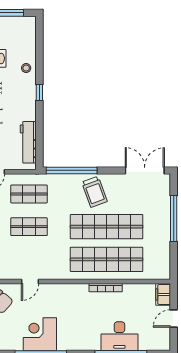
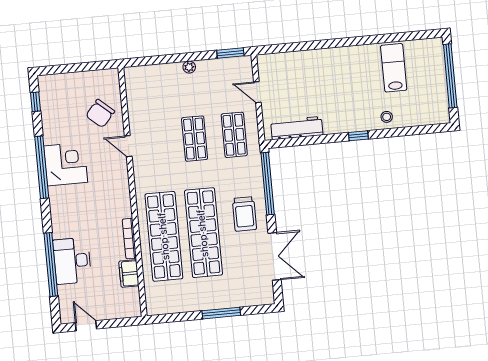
double door: (145, 170) -> (274, 256), moved
trolley: (94, 192) -> (244, 214), turned -70
window: (174, 218) -> (221, 313), width x0.68
filing cabinet: (163, 294) -> (129, 273), moved, turned -90
door: (174, 318) -> (86, 326), moved

